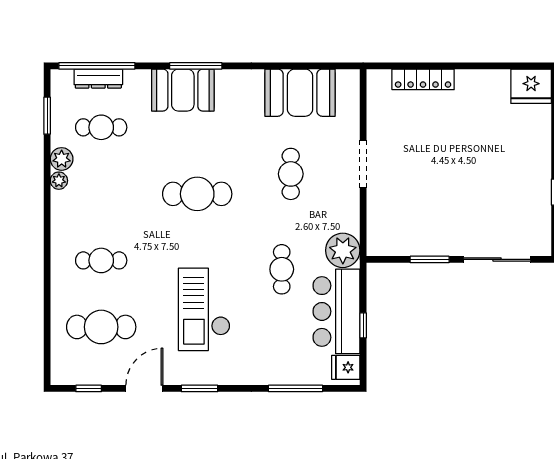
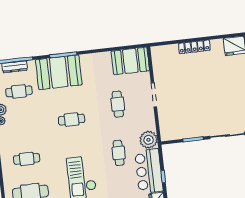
locker: (423, 79) -> (194, 47), moved
booth: (183, 90) -> (59, 72), width x1.36, depth x1.42
booth: (300, 93) -> (130, 61), moved
cafe table: (197, 194) -> (71, 120), width x0.73, depth x0.74

